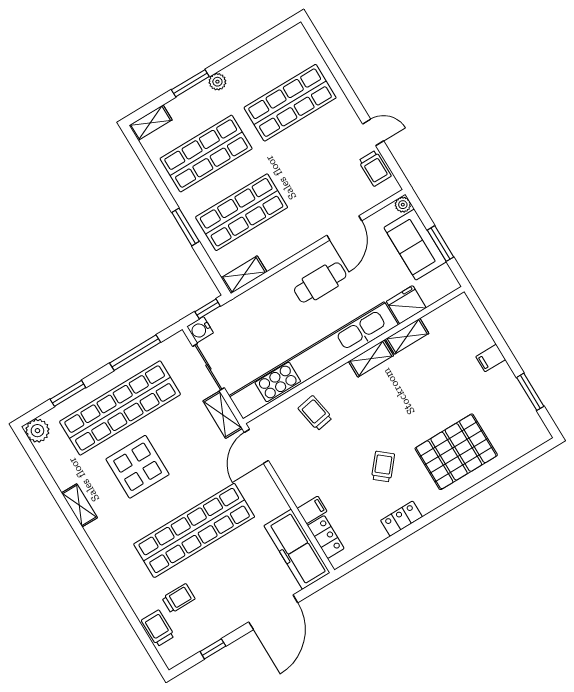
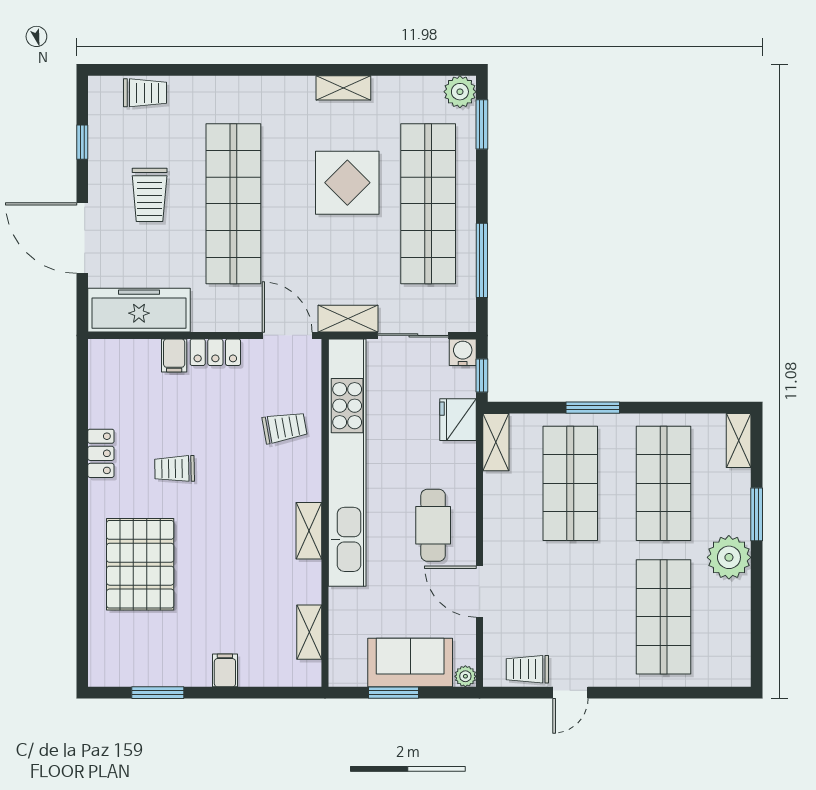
plant: (217, 82) -> (729, 557), width x1.87, depth x1.87
fridge: (406, 305) -> (458, 420), moved, turned 180
shelving: (407, 336) -> (309, 632), moved
window: (68, 393) -> (482, 124), moved
trolley: (383, 466) -> (175, 469), turned 139
locker: (326, 537) -> (215, 352), moved
trolley: (179, 598) -> (150, 195), moved, width x1.36, depth x1.39

